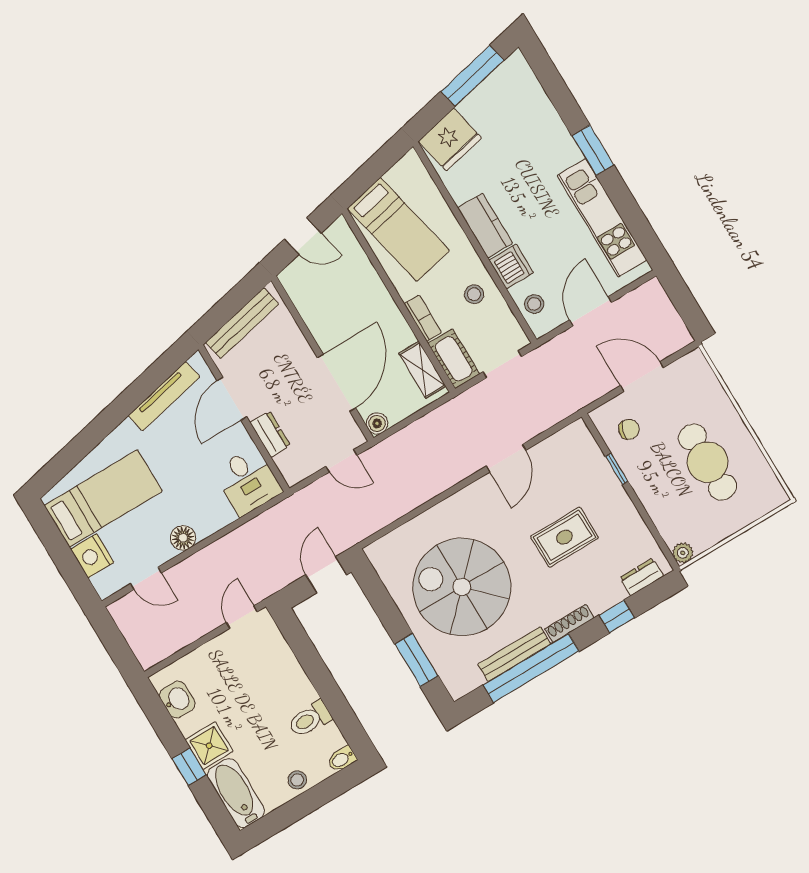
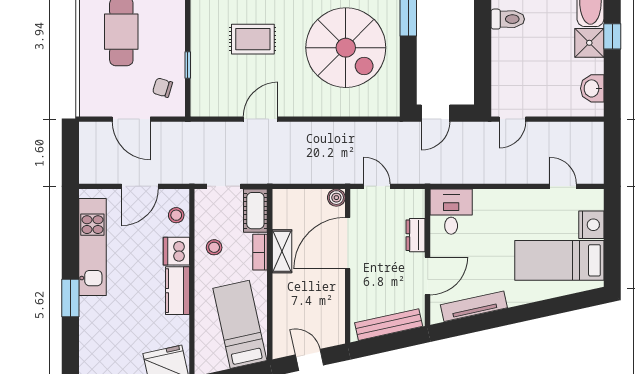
shelving: (422, 370) -> (282, 251), moved
floor lamp: (183, 538) -> (520, 199), removed

